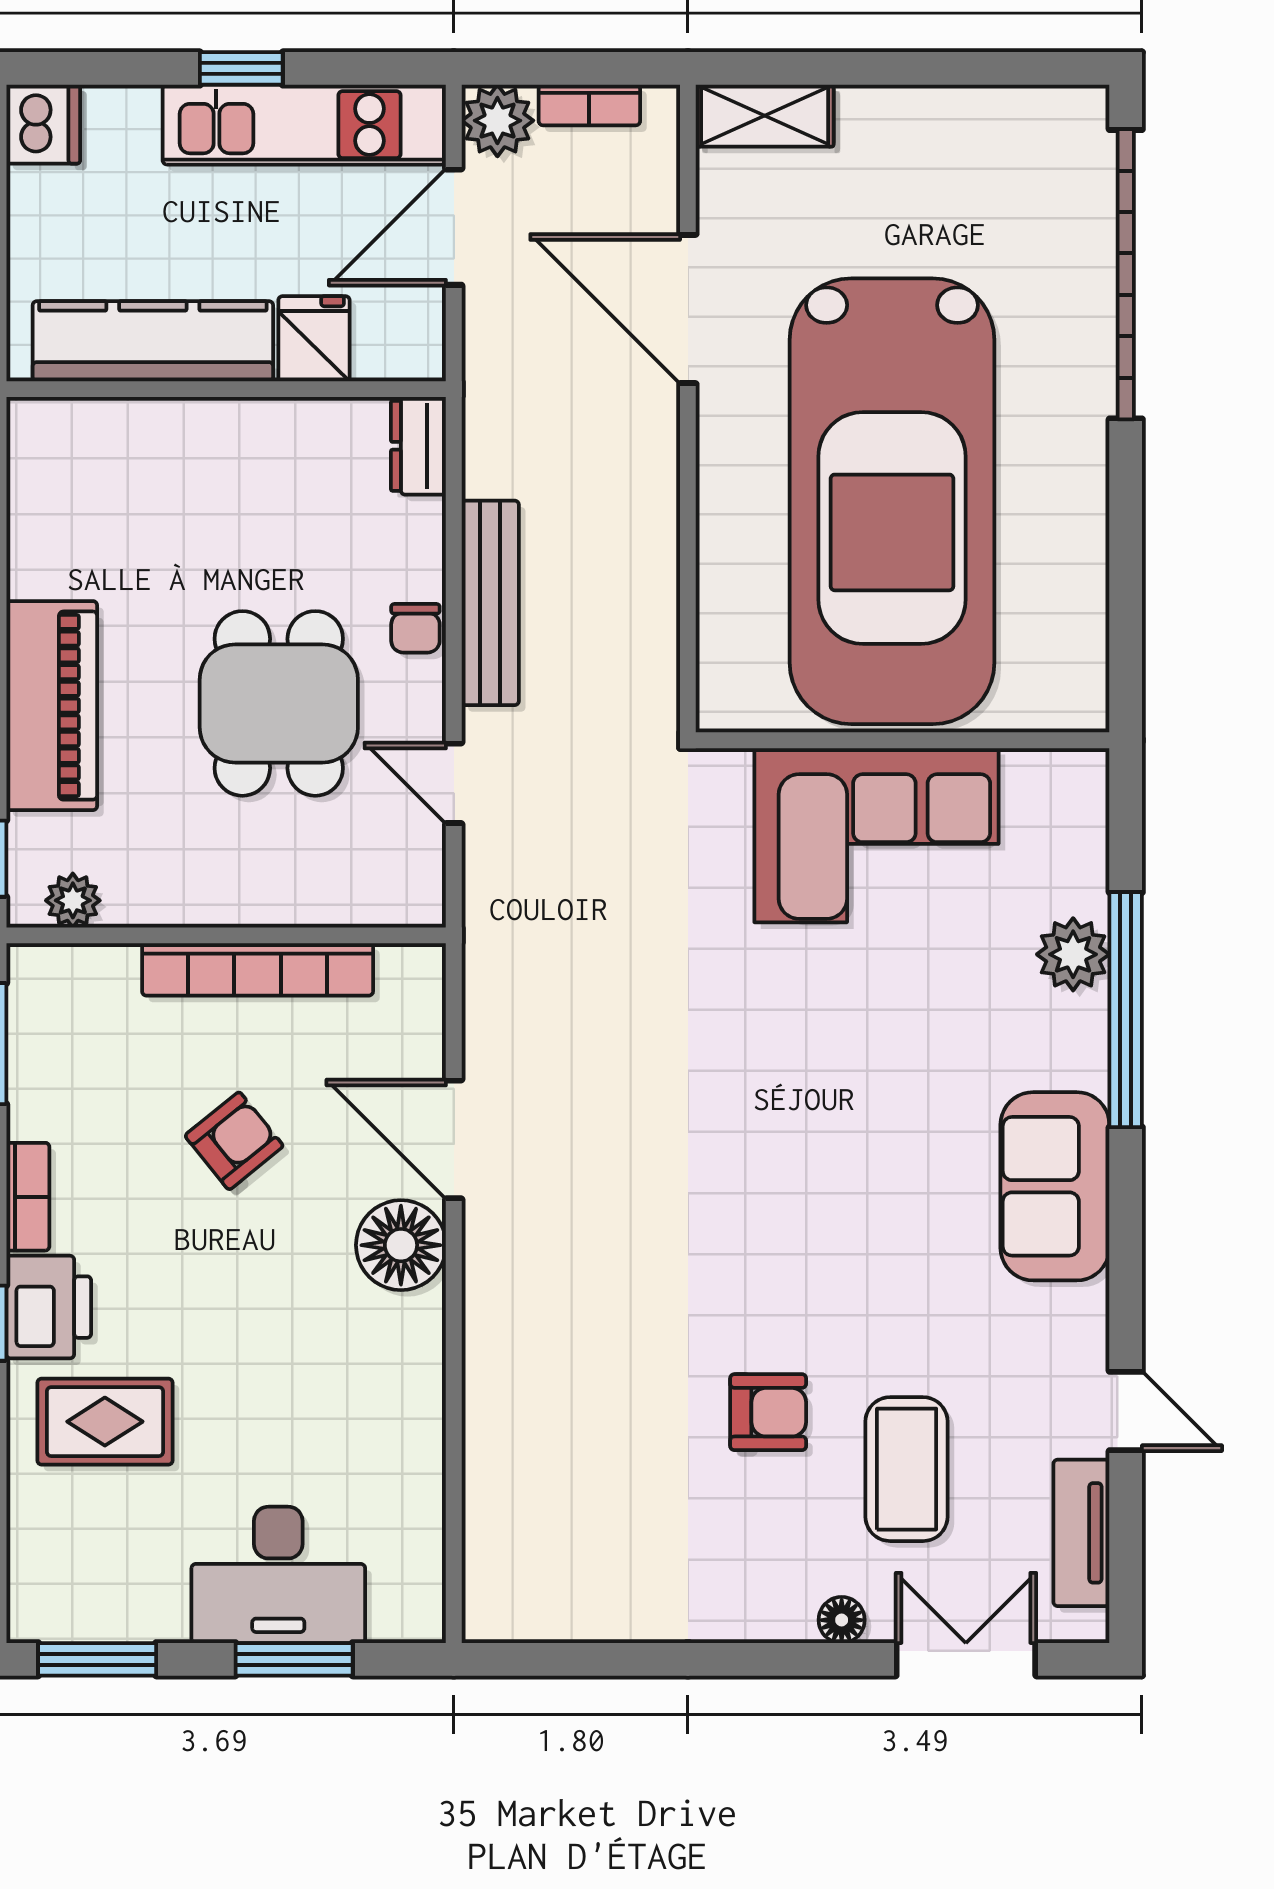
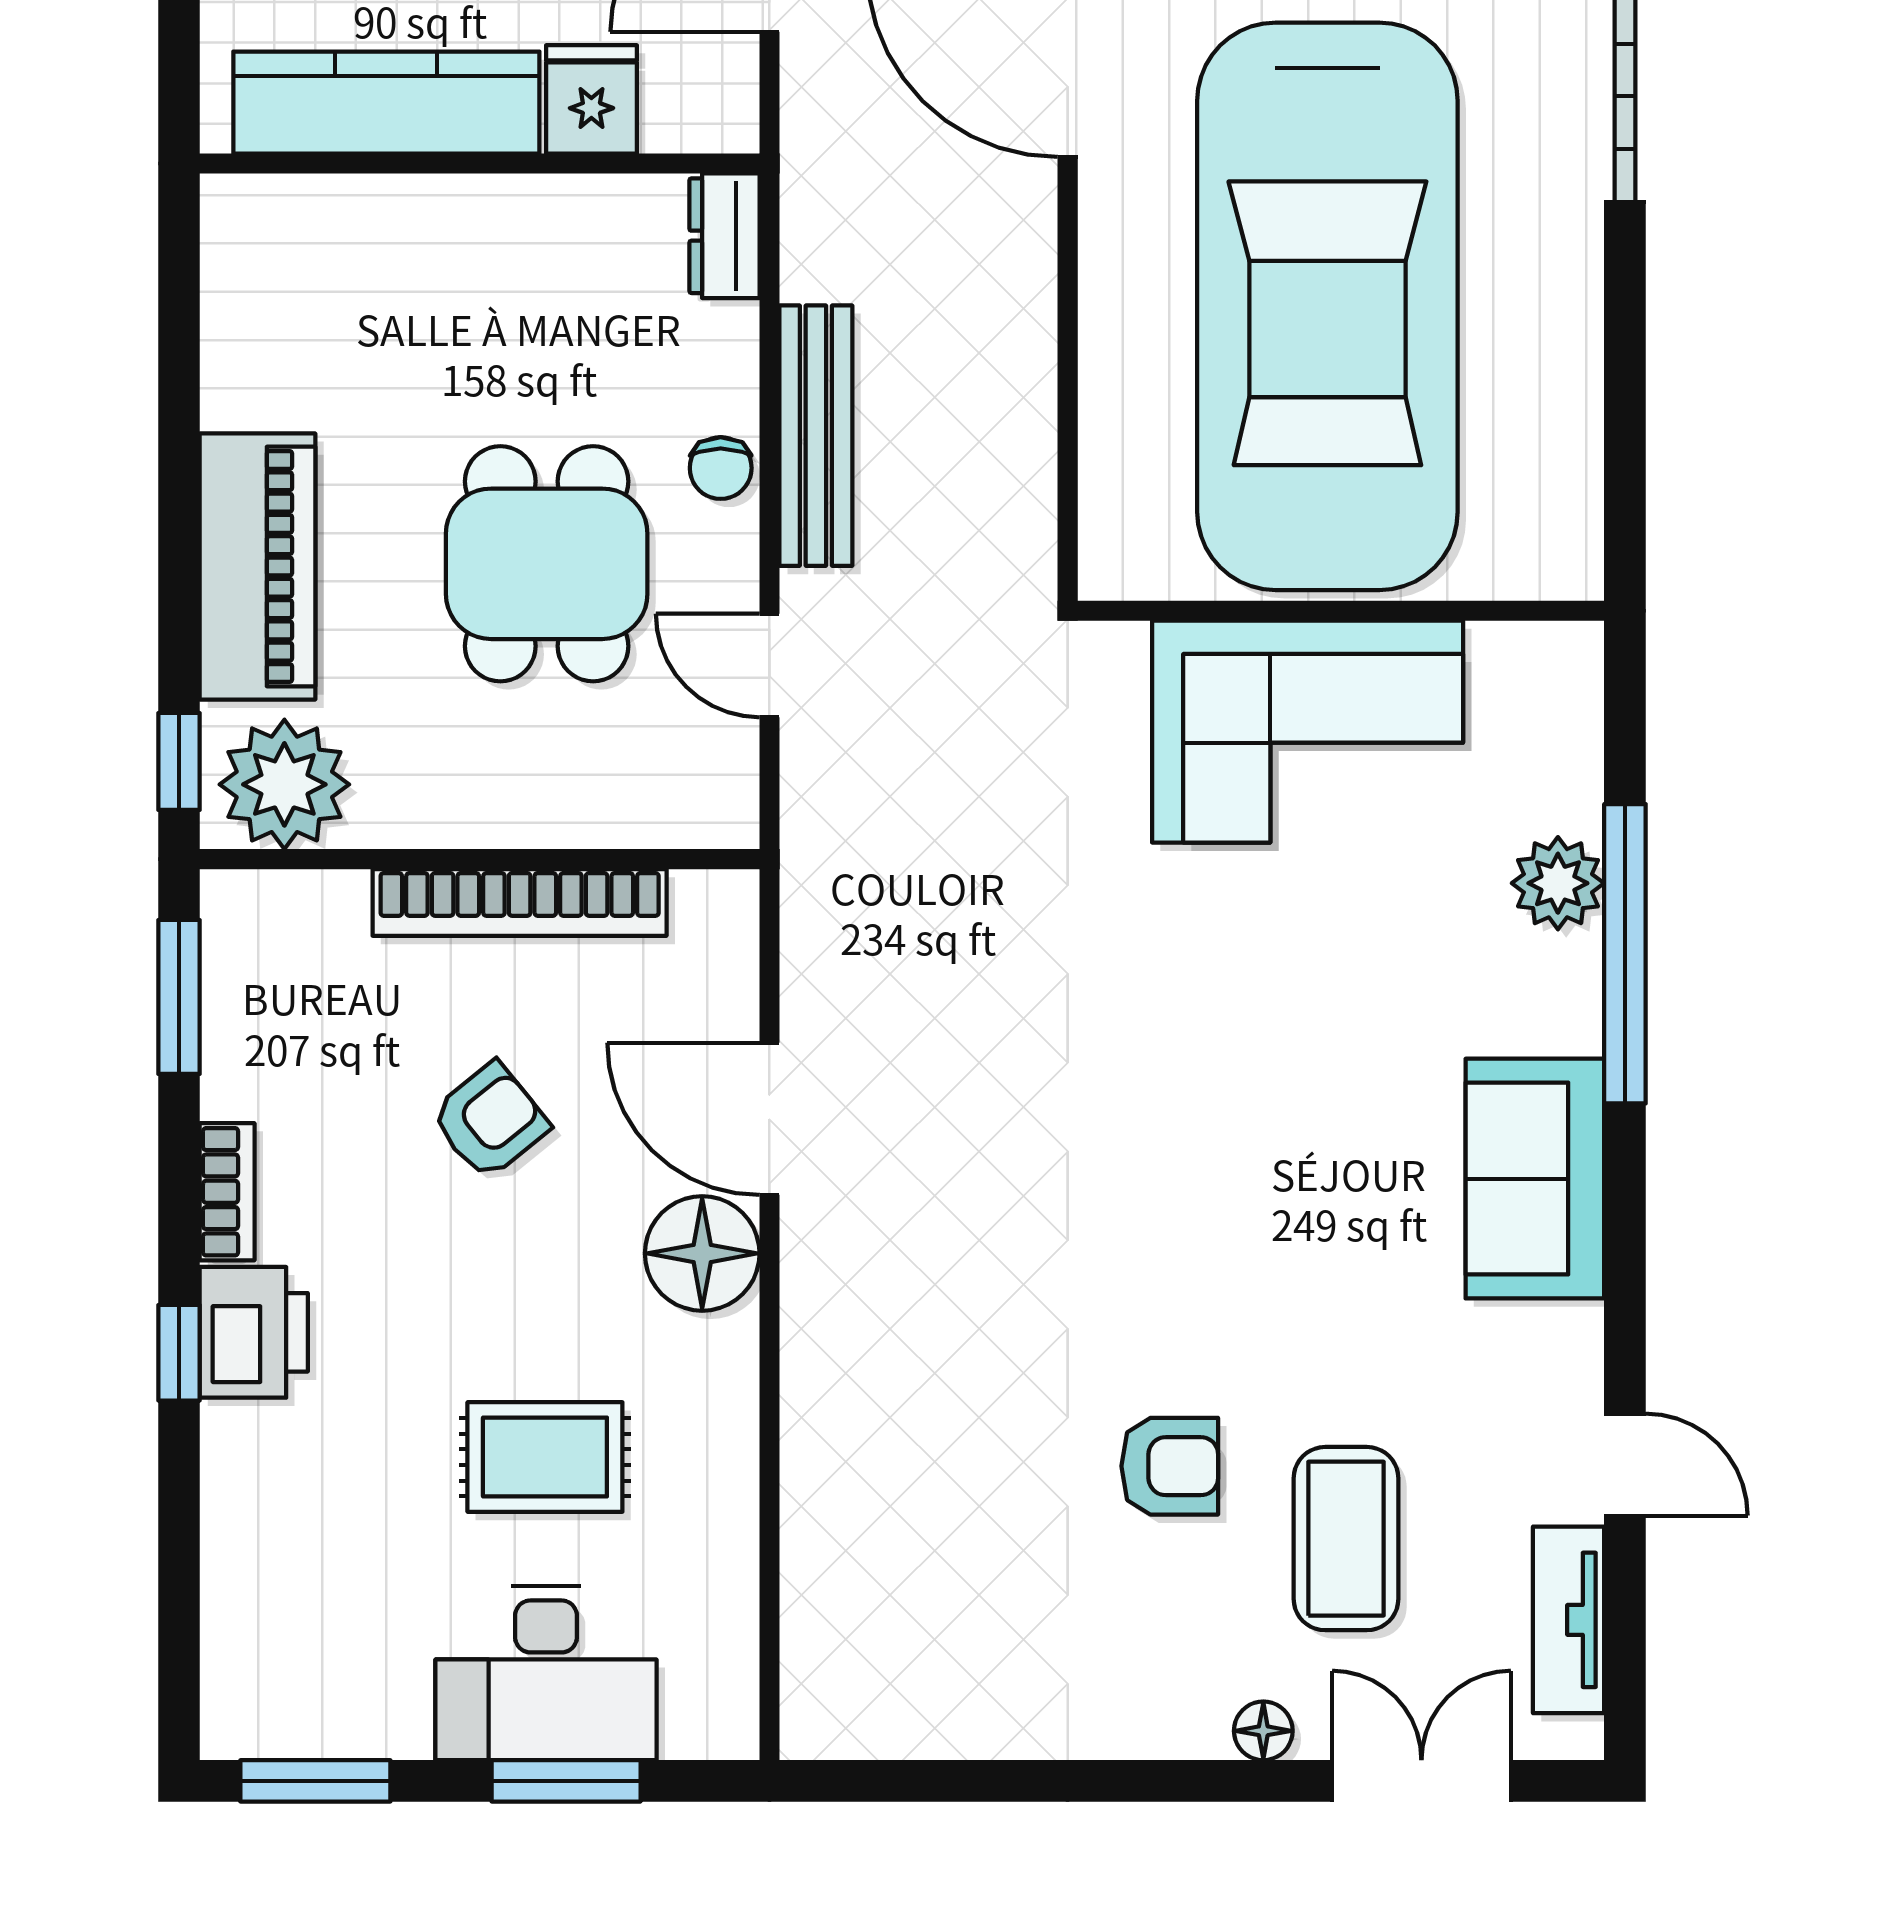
plant: (73, 900) -> (284, 784), width x1.87, depth x1.87
rug: (105, 1422) -> (545, 1457), moved

